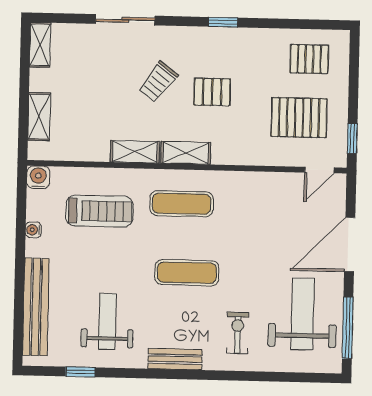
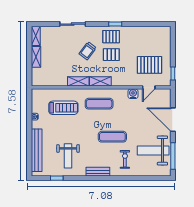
pallet: (309, 59) -> (111, 37), moved
shelving: (39, 117) -> (36, 57), moved
door: (319, 170) -> (149, 87), moved
water cooler: (38, 177) -> (133, 94), moved
door: (350, 245) -> (173, 120), hinge flipped
exercise mat: (187, 273) -> (112, 137), moved
weight bench: (303, 314) -> (153, 150), turned -90
weight bench: (107, 321) -> (68, 156), turned 180

